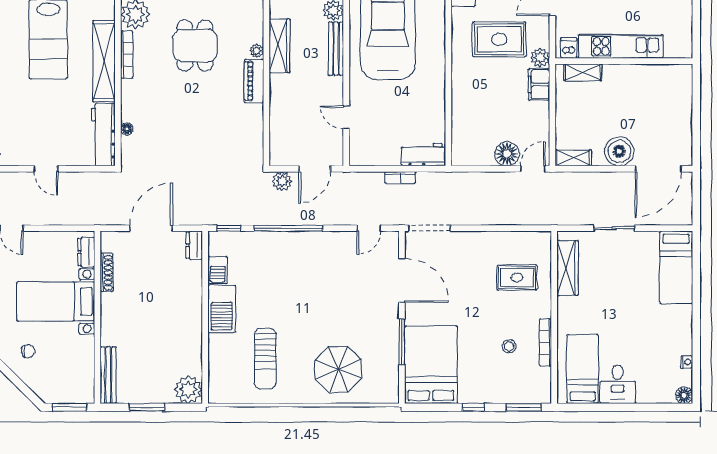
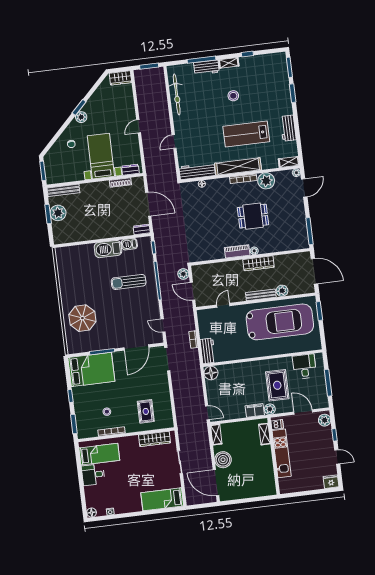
floor lamp: (507, 154) -> (211, 373), moved
sun lounger: (265, 359) -> (129, 282), moved
plant: (188, 390) -> (58, 213), moved

